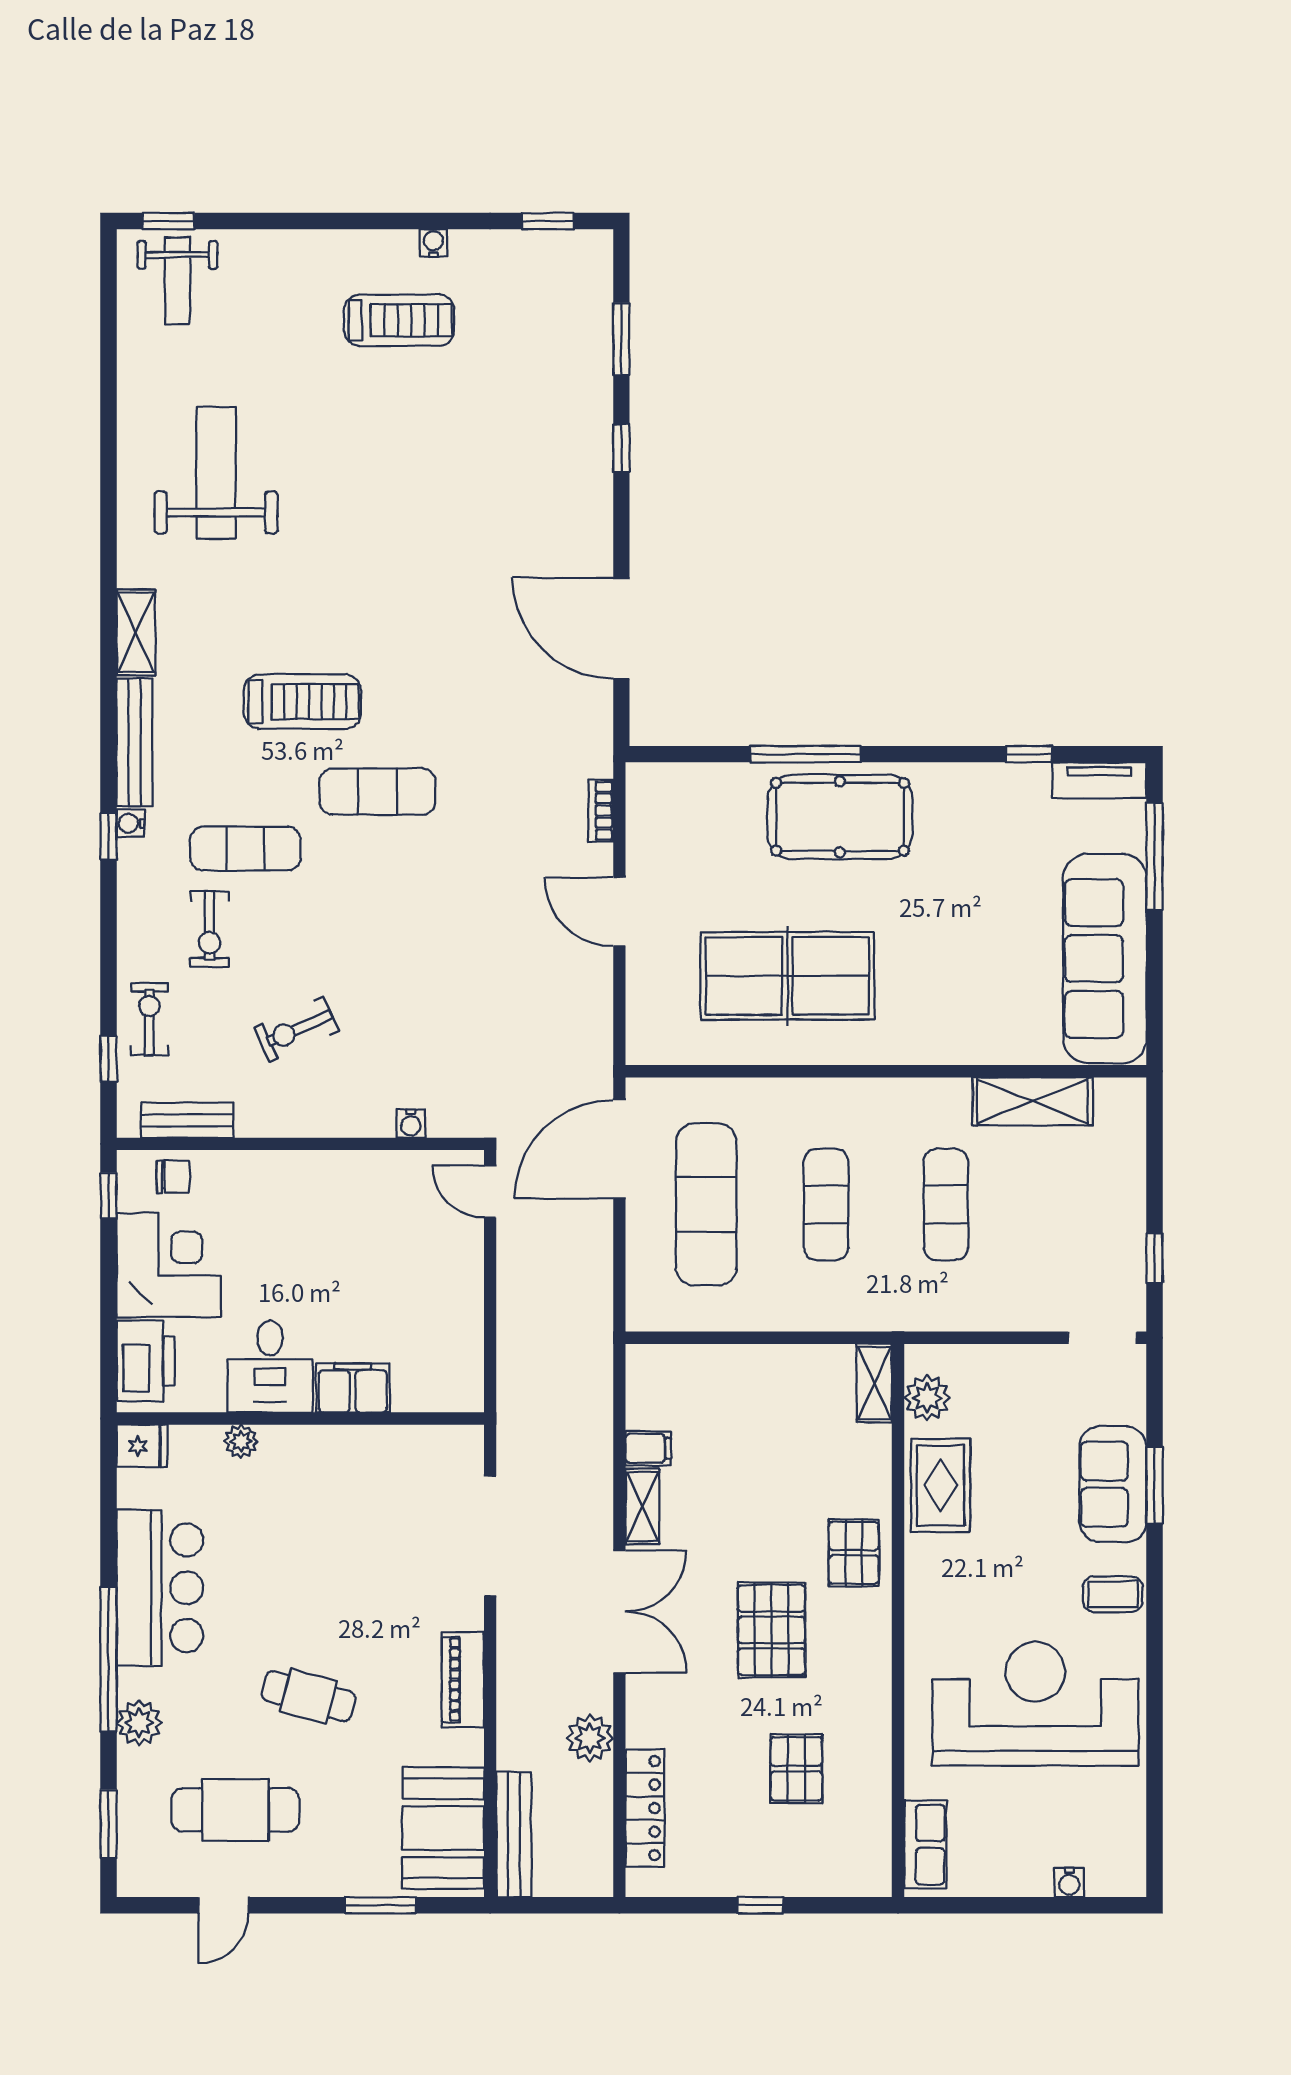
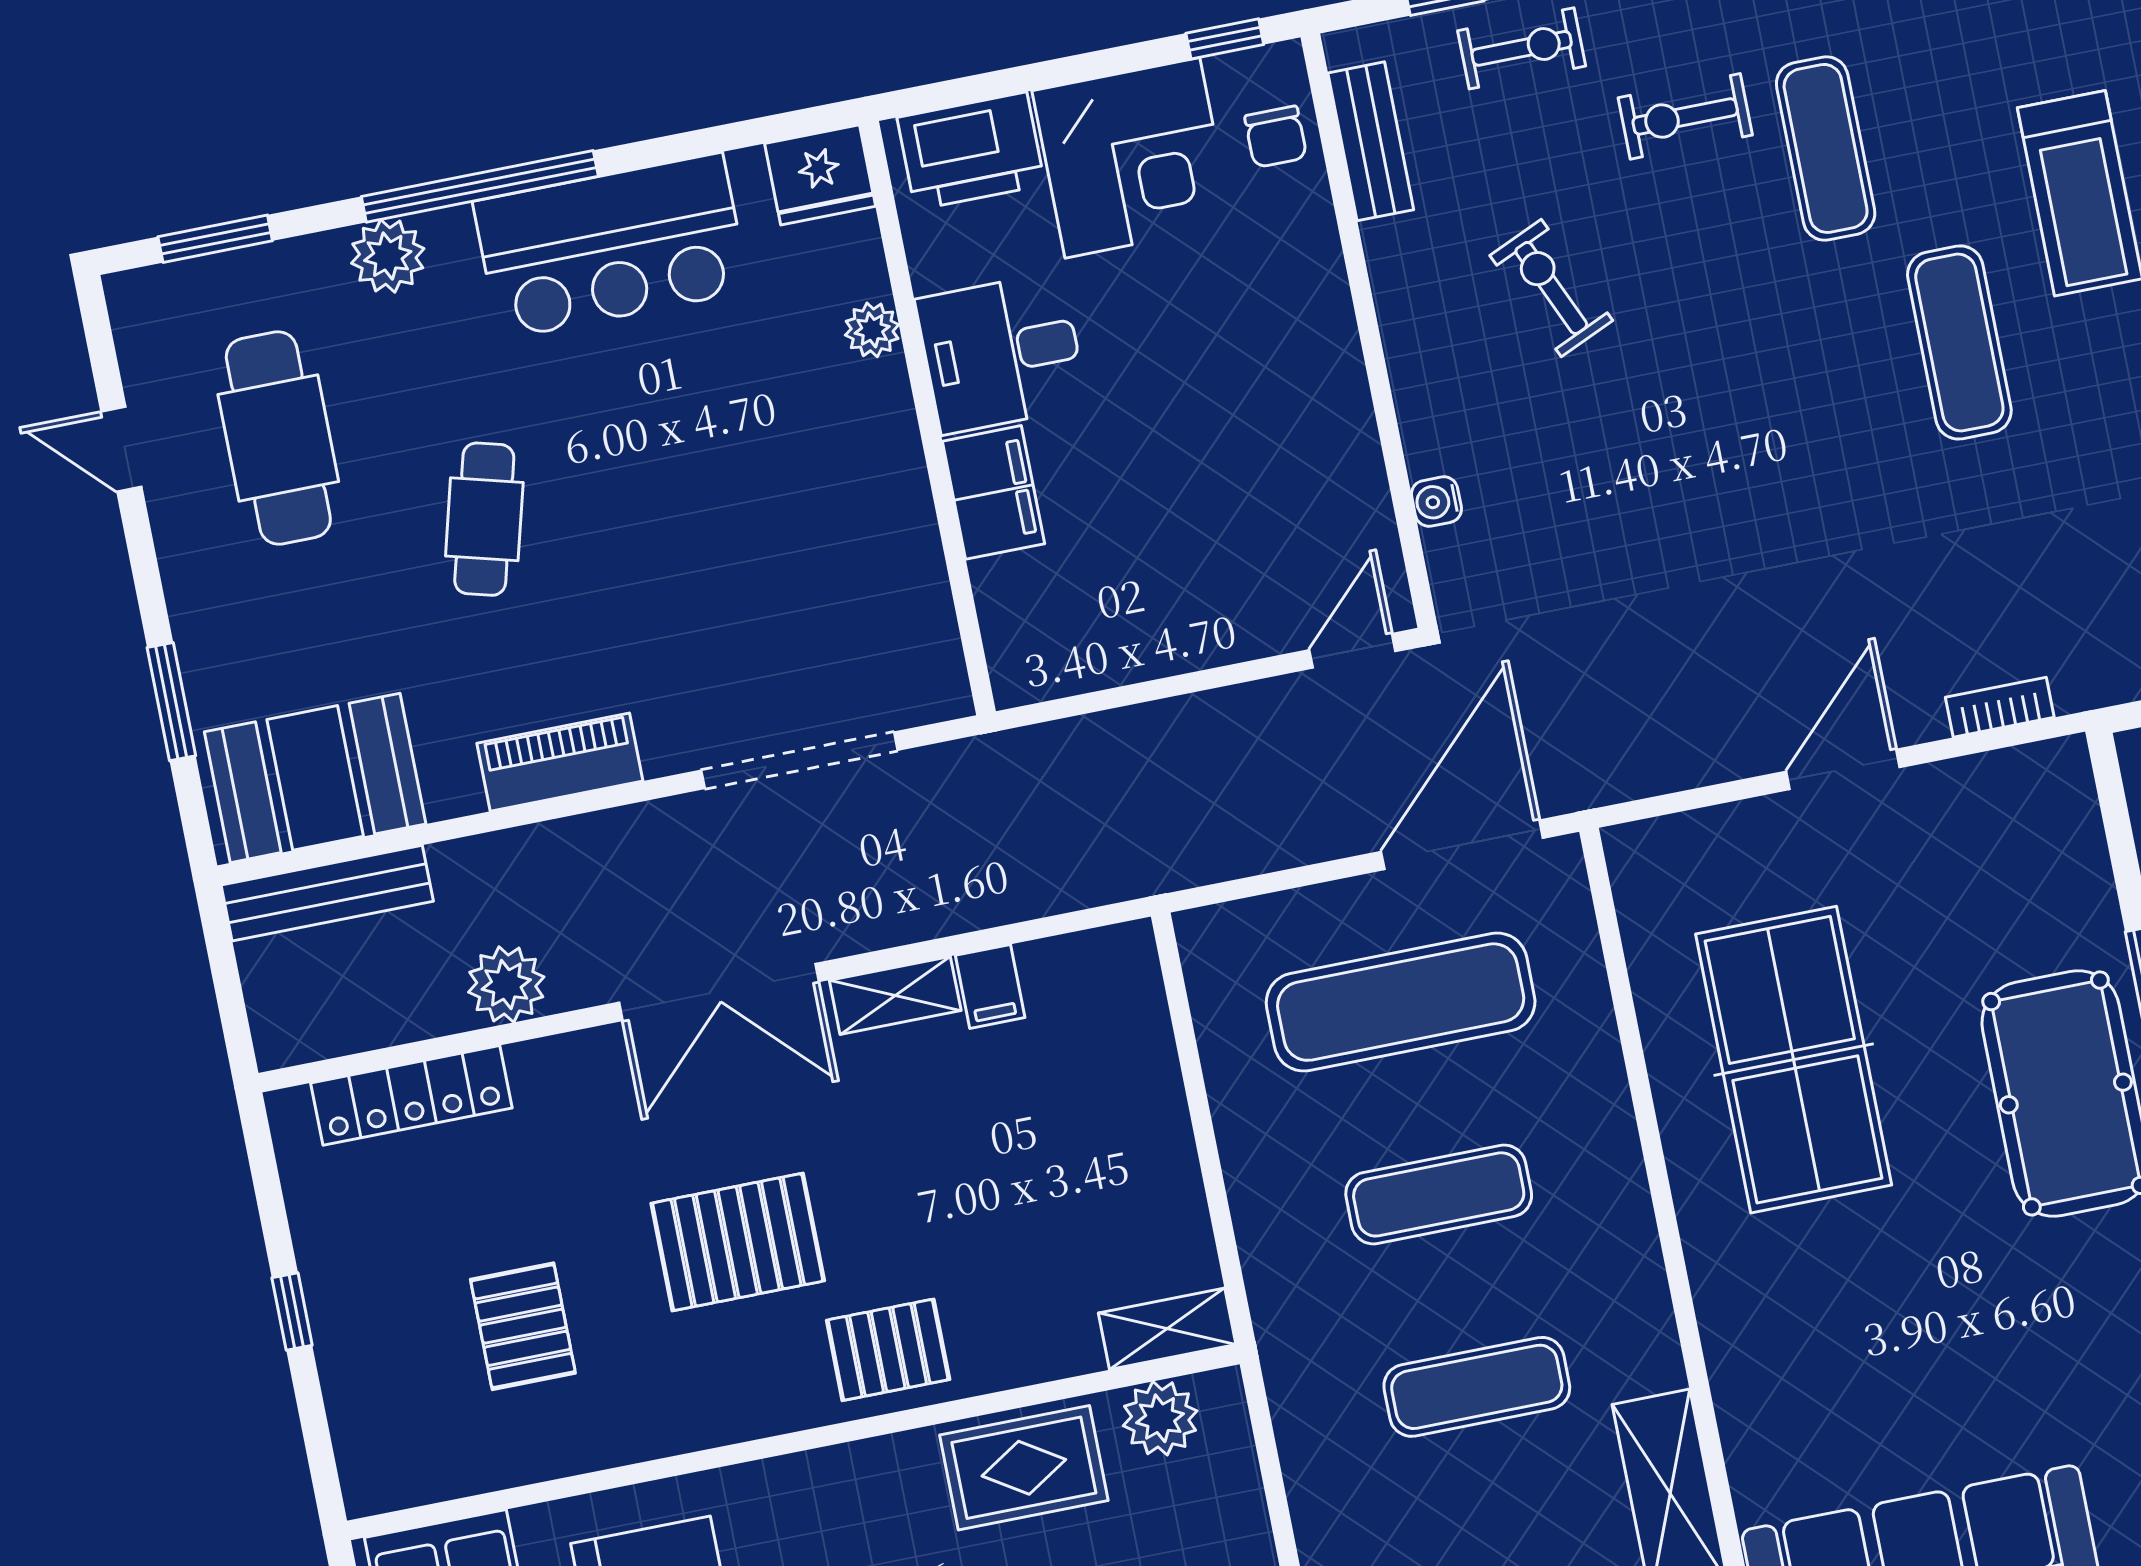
door: (619, 1149) -> (1462, 845), hinge flipped
fridge: (142, 1446) -> (820, 175), width x1.38
pallet: (796, 1769) -> (523, 1326), turned 90

